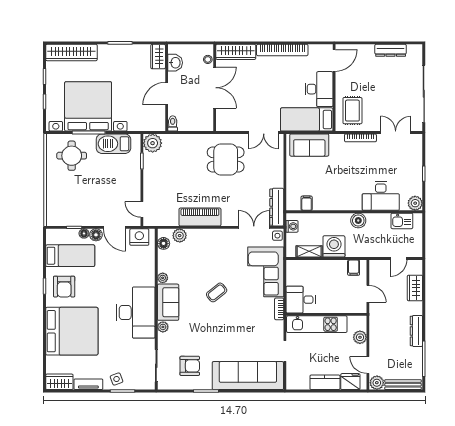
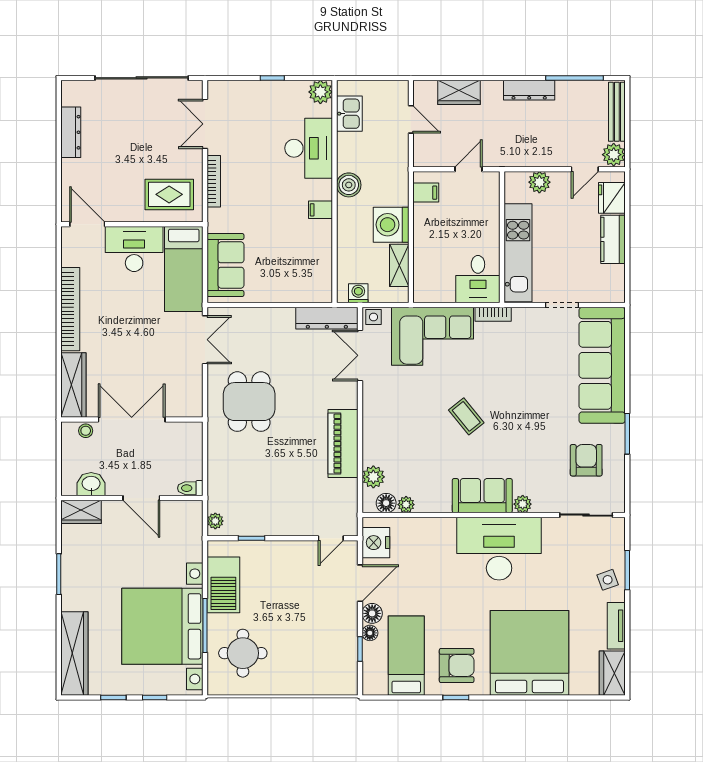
plant: (153, 143) -> (215, 521), width x0.53, depth x0.53
filing cabinet: (307, 203) -> (320, 210), moved
plant: (163, 278) -> (406, 505), moved

